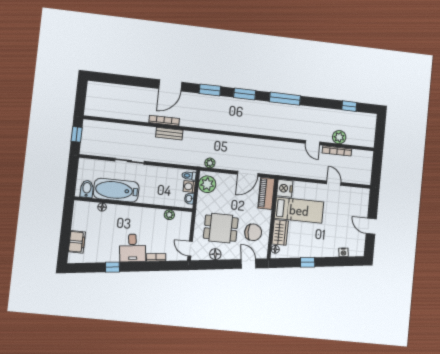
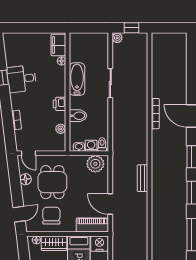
bench: (169, 134) -> (143, 178), moved
plant: (210, 163) -> (117, 38), moved
bidet: (87, 189) -> (78, 116), moved
bathtub: (116, 190) -> (77, 79), width x0.73, depth x0.73
printer: (145, 213) -> (59, 104), added
chair: (253, 232) -> (51, 216), turned 180
filing cabinet: (77, 242) -> (58, 45), moved, turned 90
desk: (133, 248) -> (22, 79), moved
door: (190, 249) -> (29, 153), swing flipped

